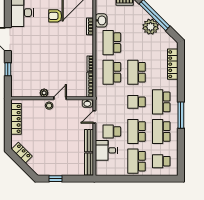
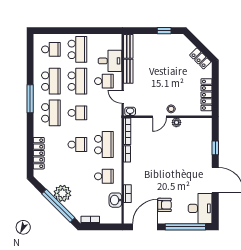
school desk: (112, 43) -> (104, 176), width x0.54
school desk: (137, 72) -> (77, 145), width x0.54
door: (94, 117) -> (123, 97), swing flipped

